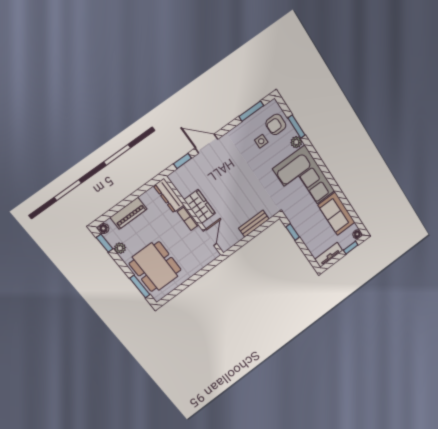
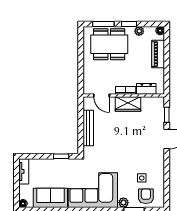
window: (251, 111) -> (167, 185), removed
dresser: (169, 196) -> (146, 89), width x0.70
bench: (254, 224) -> (88, 128), width x1.36
window: (105, 243) -> (129, 24), moved
window: (351, 248) -> (16, 192), removed

